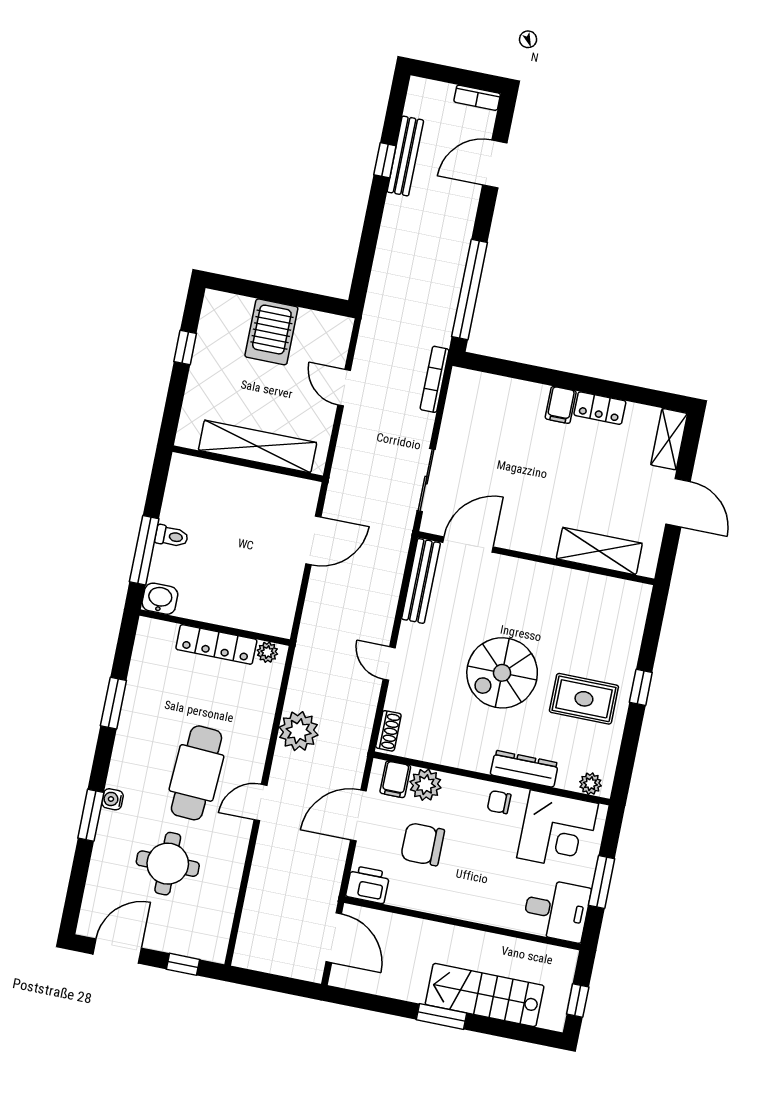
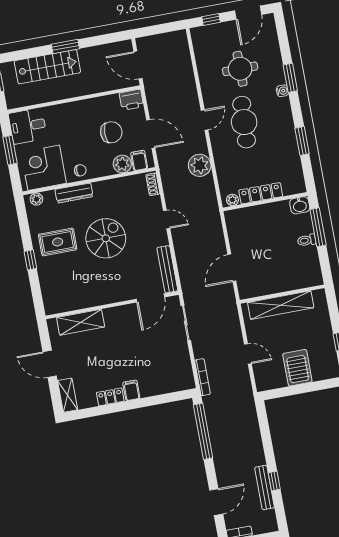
door: (358, 816) -> (151, 134), hinge flipped

